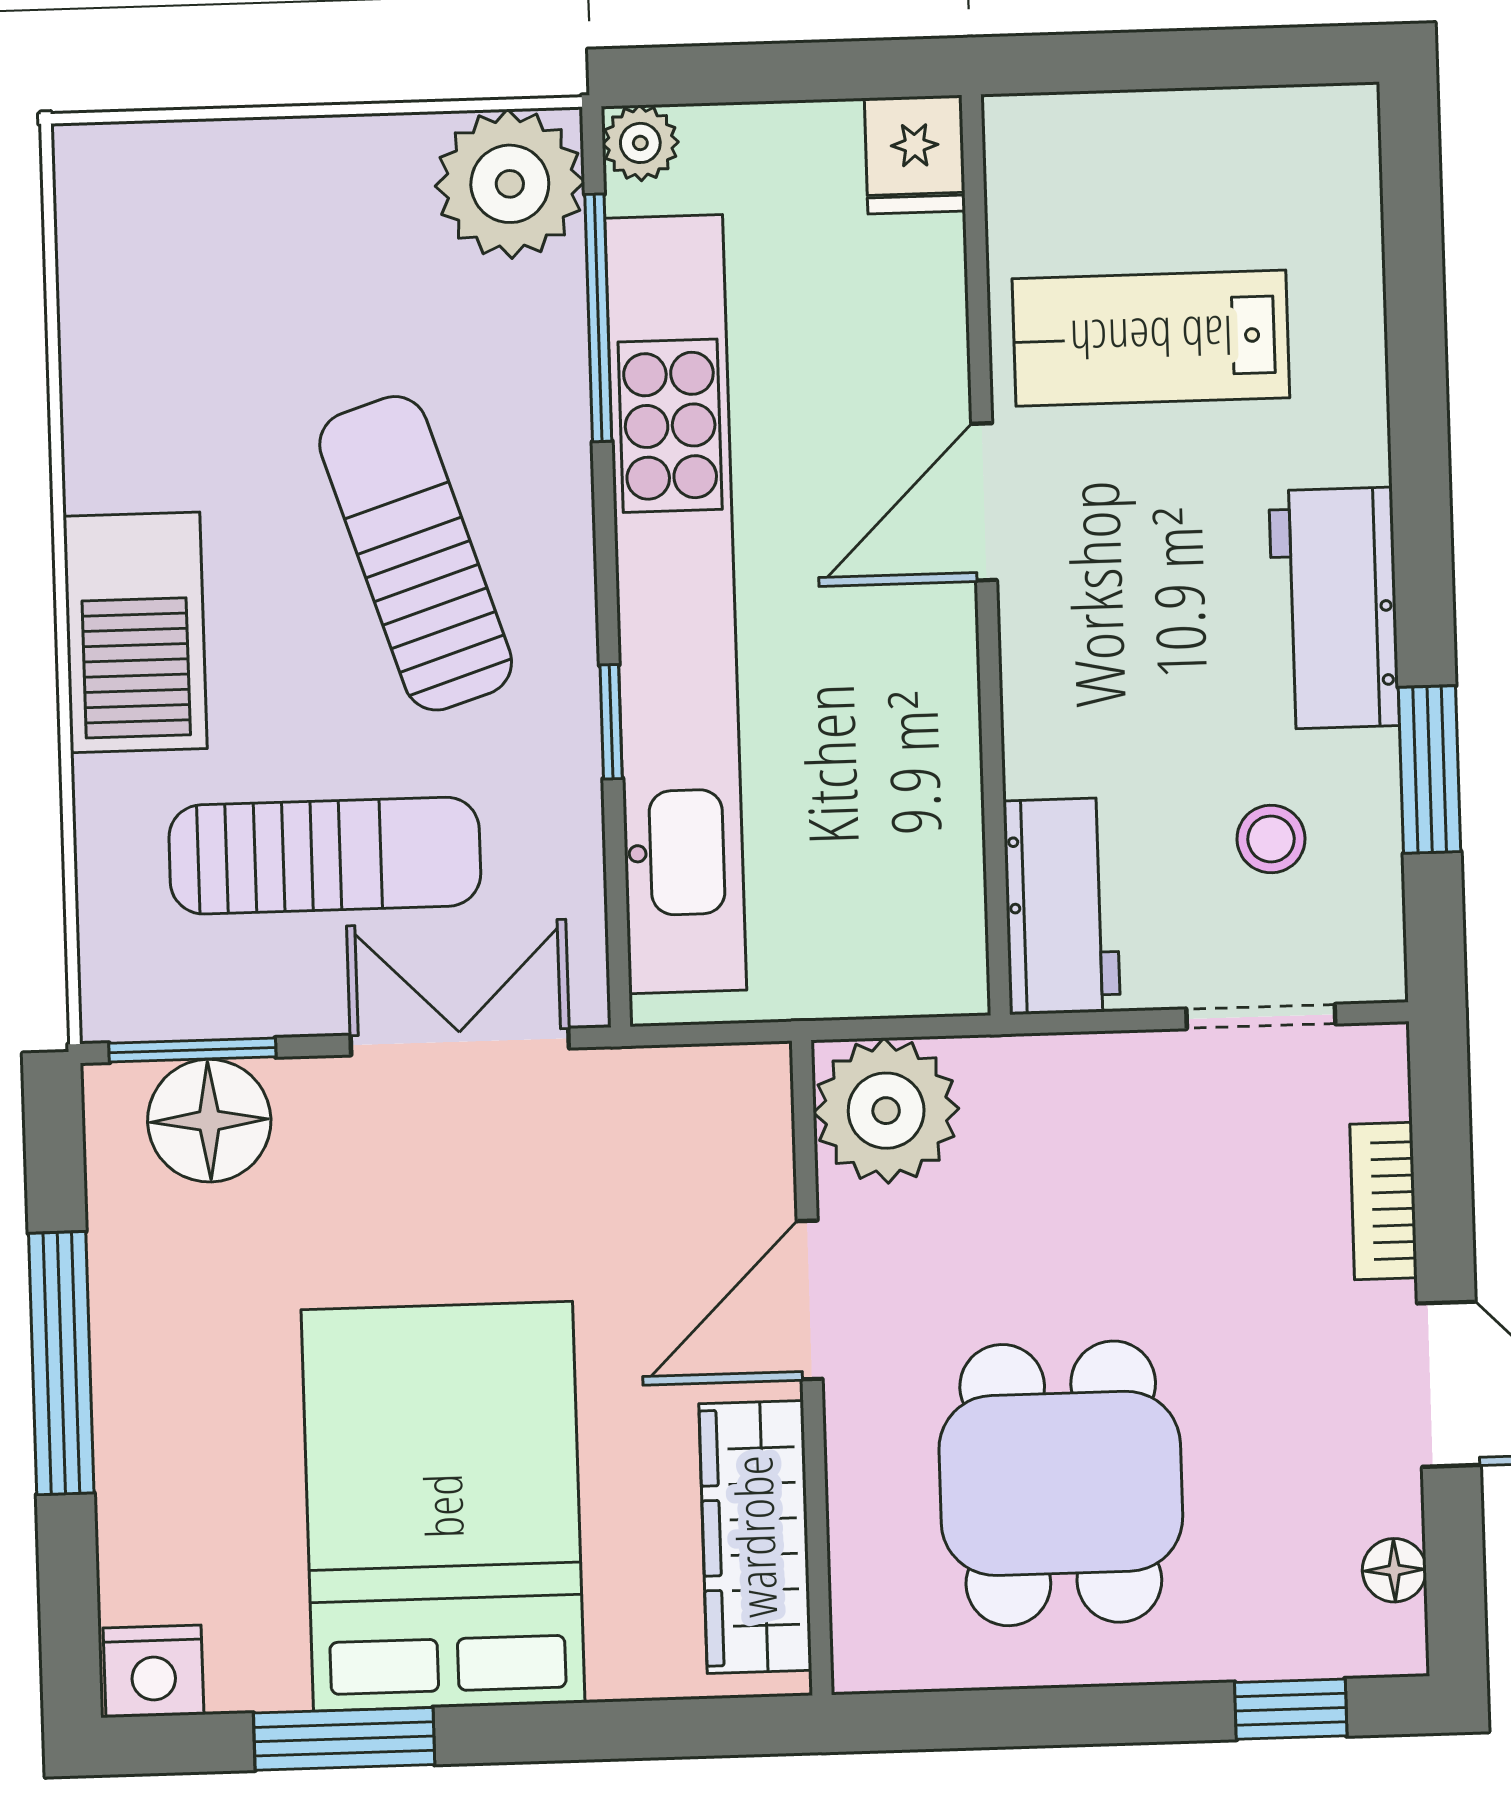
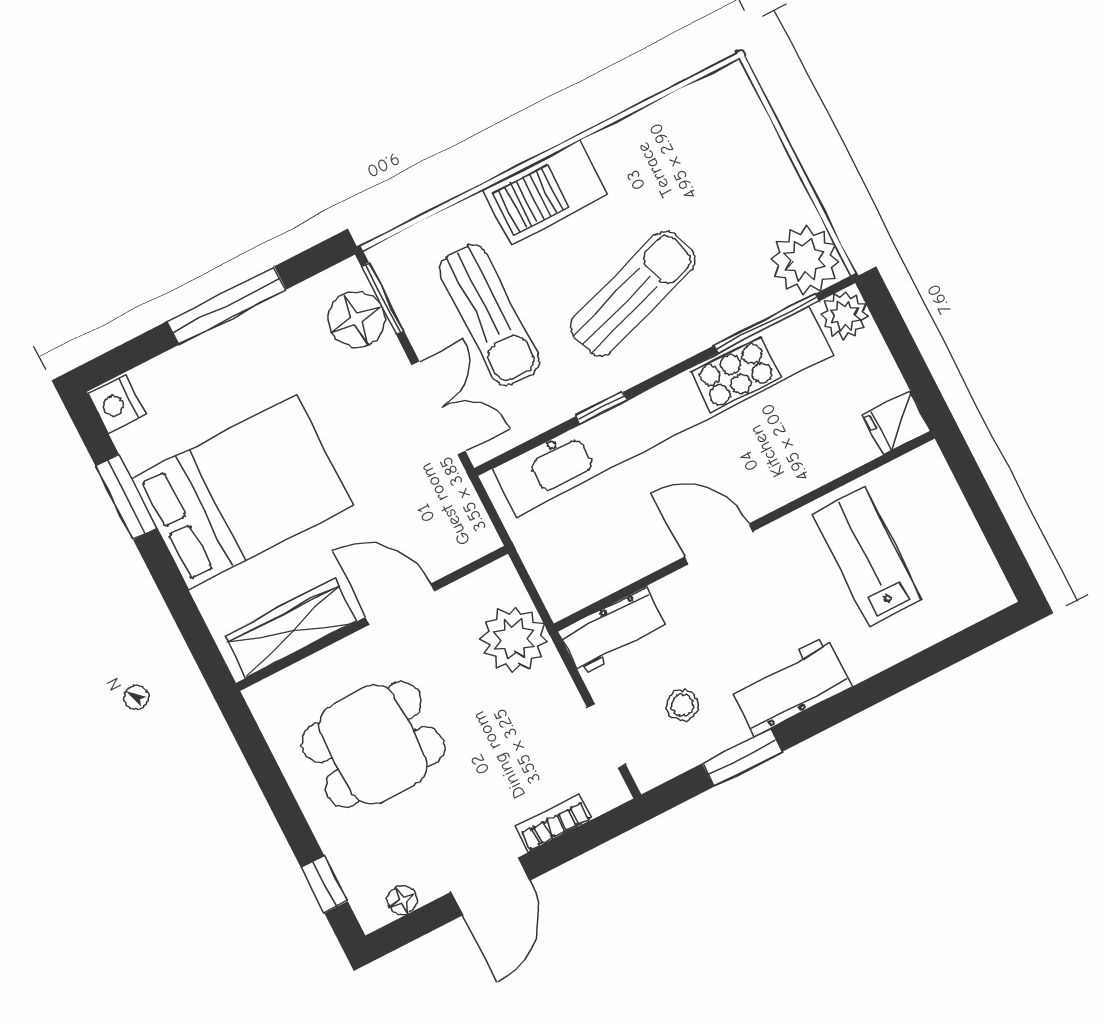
plant: (640, 143) -> (845, 315), width x1.38, depth x1.38
door: (984, 502) -> (719, 544), moved
plant: (886, 1111) -> (514, 639), moved

